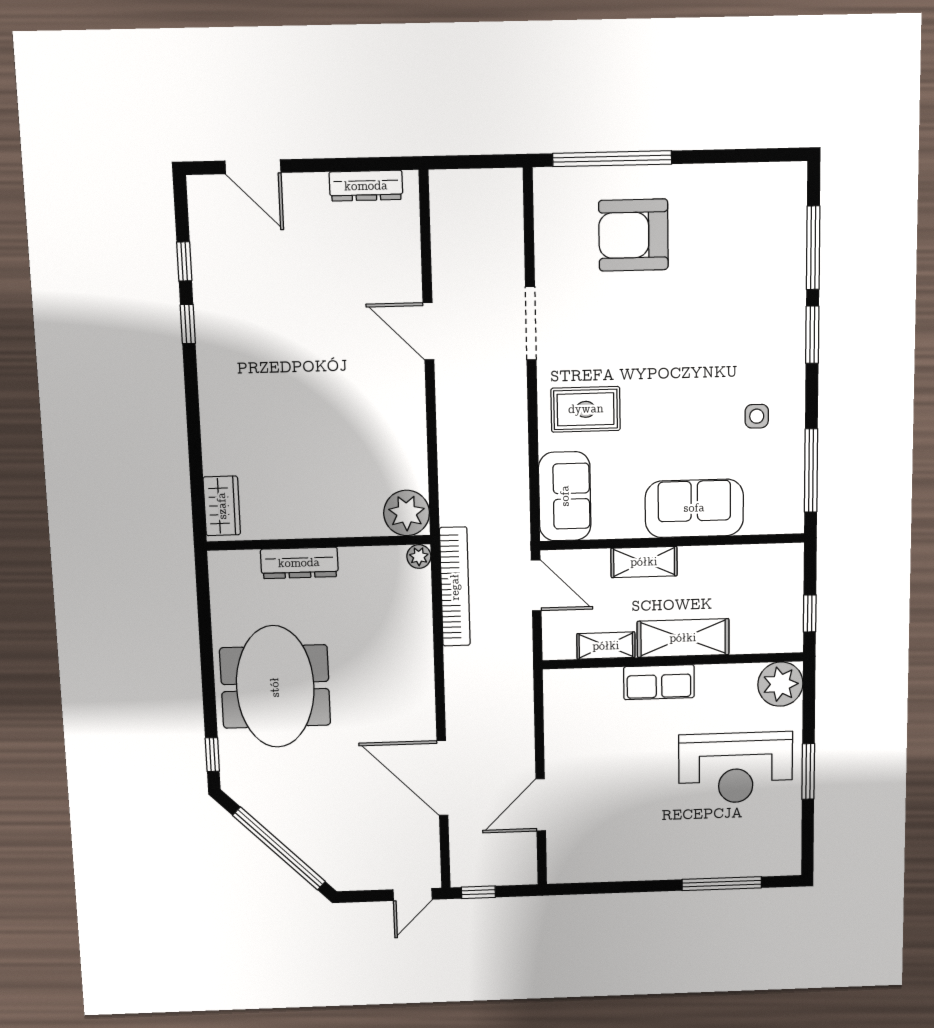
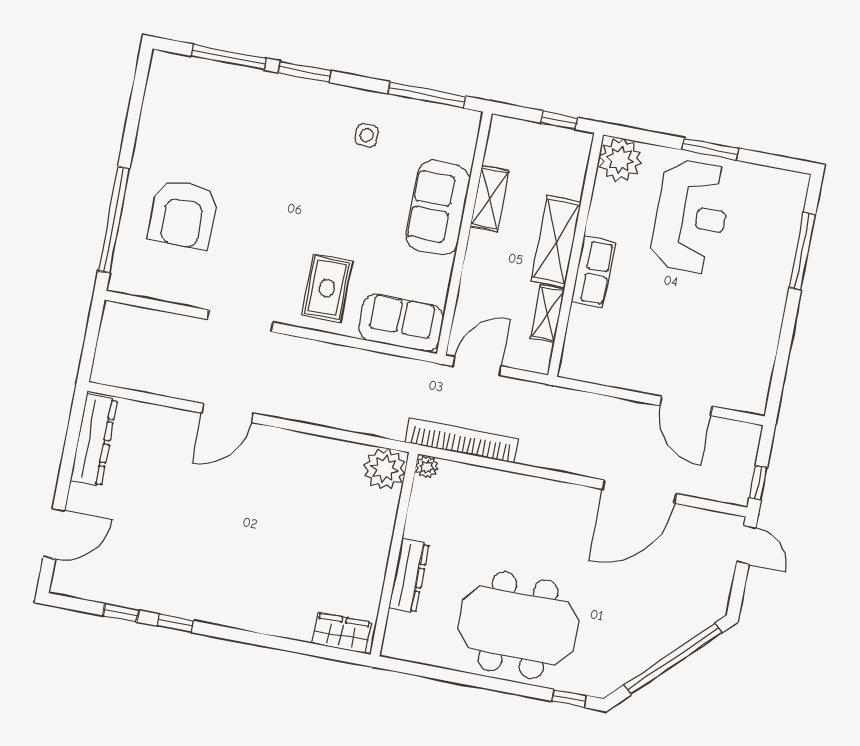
dresser: (366, 186) -> (94, 440), width x1.37, depth x1.24
shelving: (644, 562) -> (490, 199), moved

